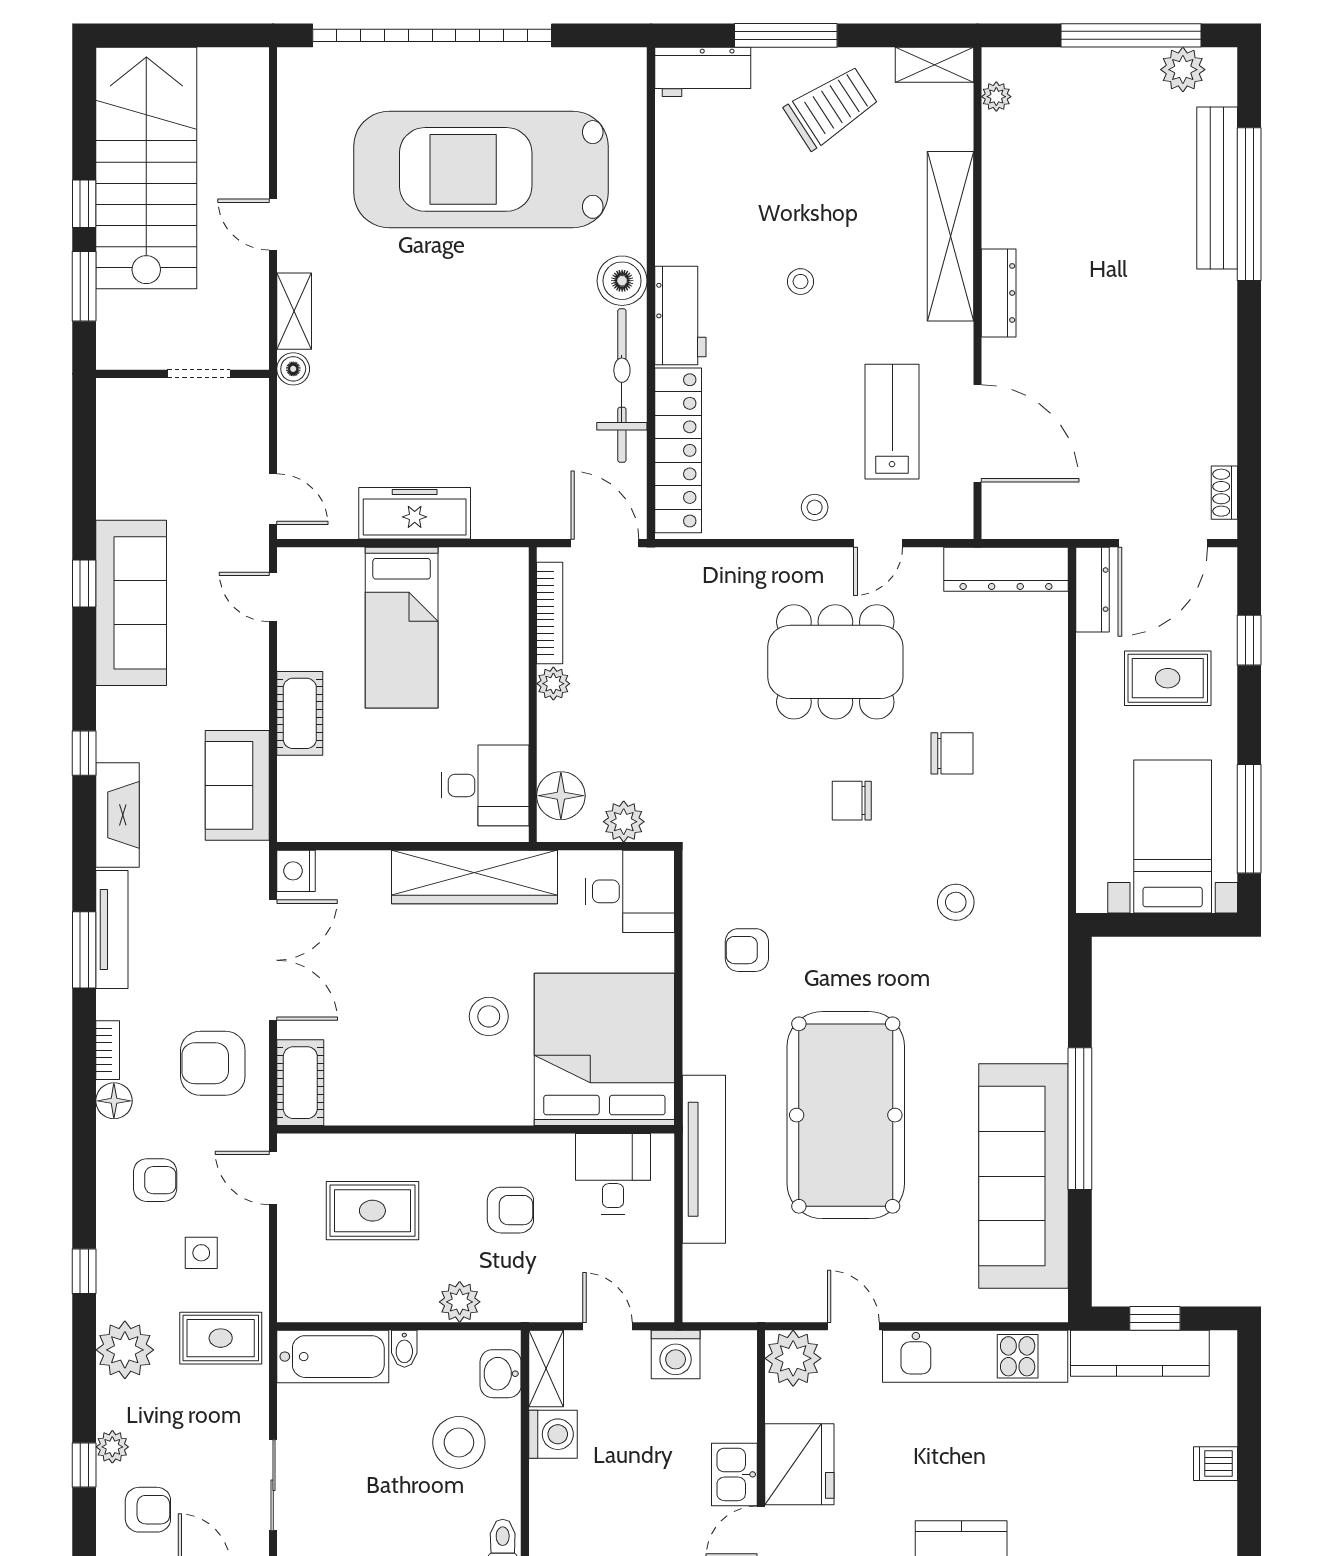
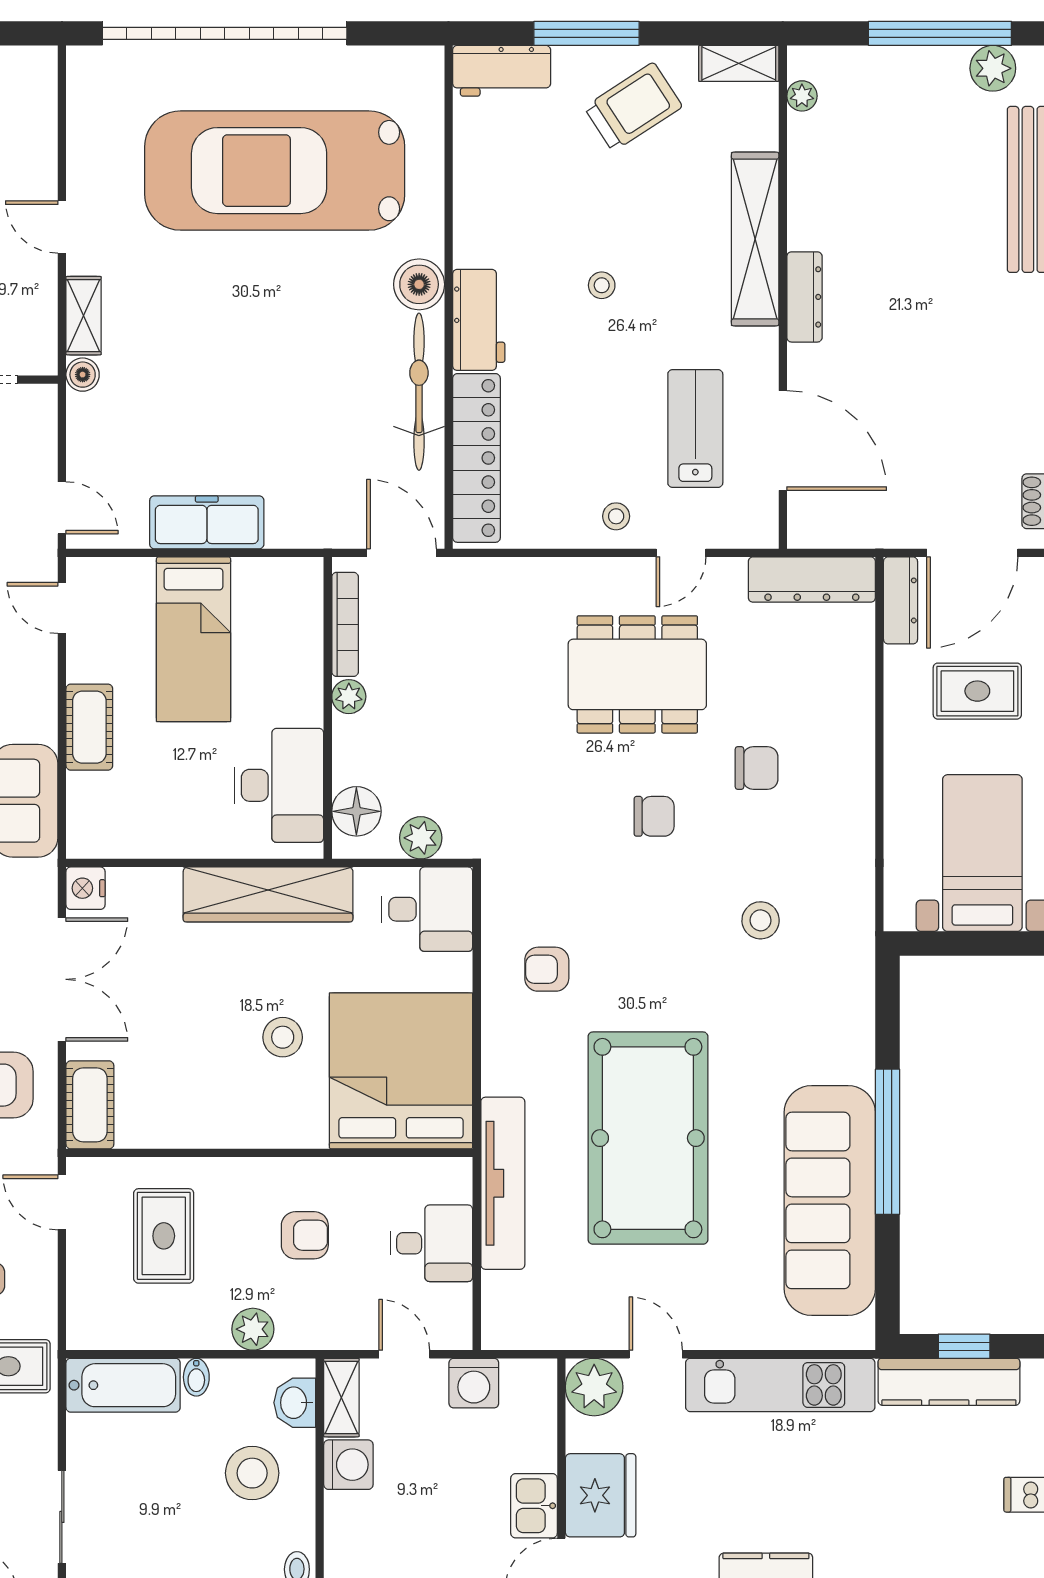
desk: (485, 785) -> (279, 785), width x1.37
chair: (852, 801) -> (654, 816), turned 180
desk: (613, 1174) -> (431, 1243), moved, turned 90
rug: (372, 1211) -> (164, 1236), turned 90

